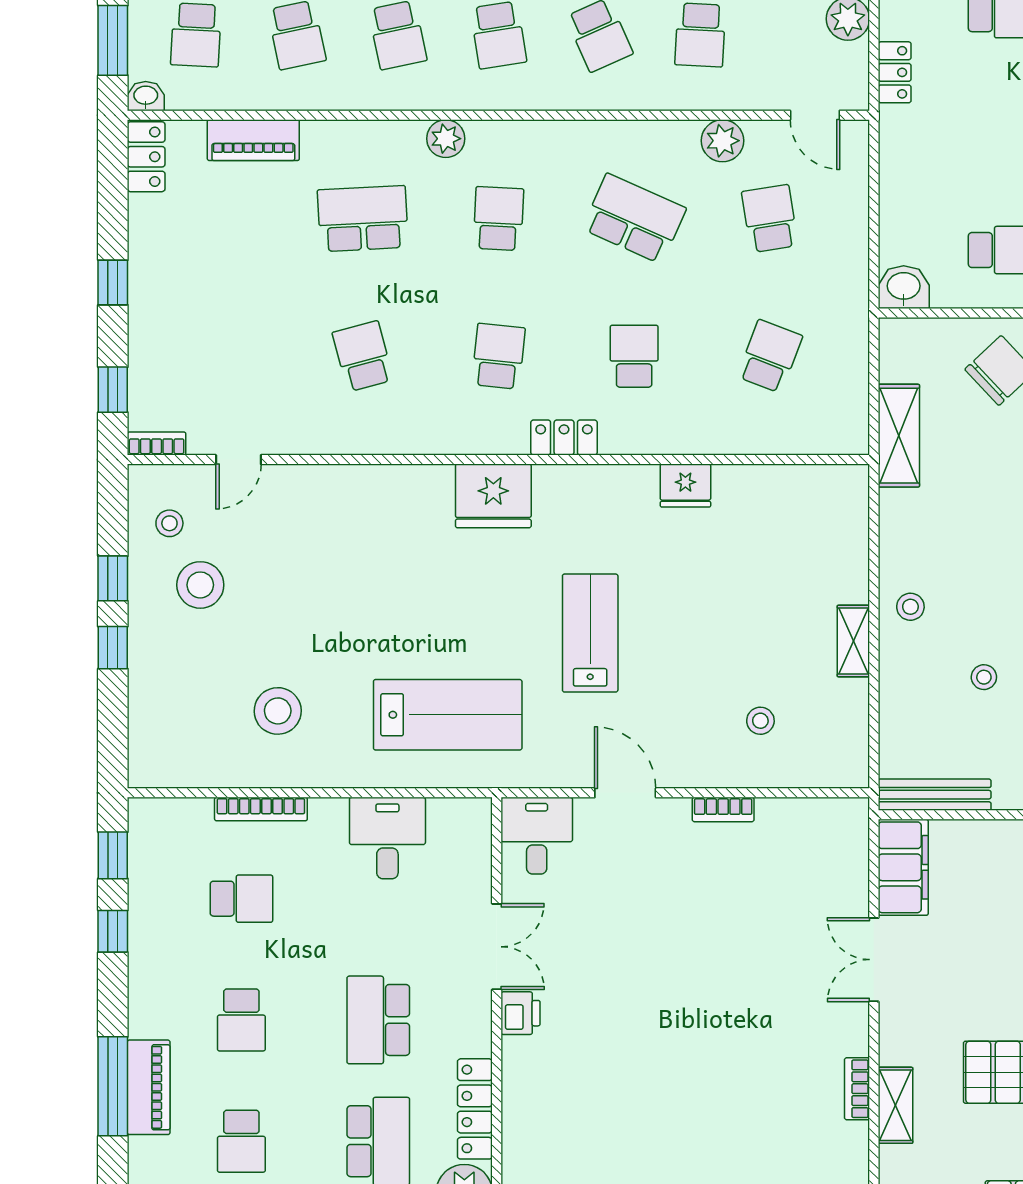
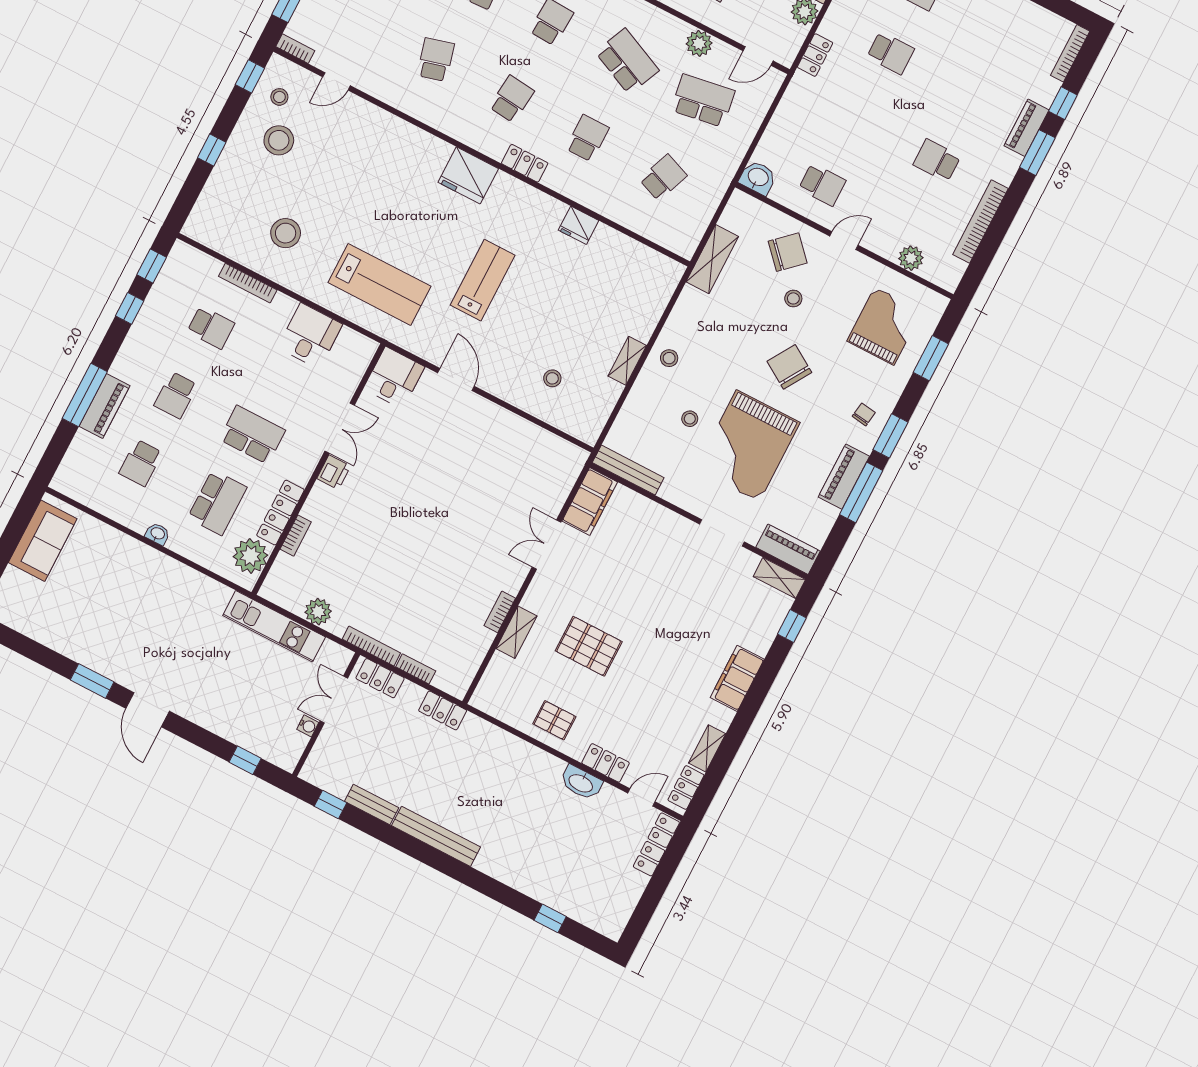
door: (815, 115) -> (758, 56), hinge flipped
school desk: (770, 219) -> (703, 101), width x1.85
window: (113, 578) -> (250, 76), moved
bookcase: (723, 810) -> (296, 536), moved, turned -90
school desk: (378, 1020) -> (252, 435), turned 90

